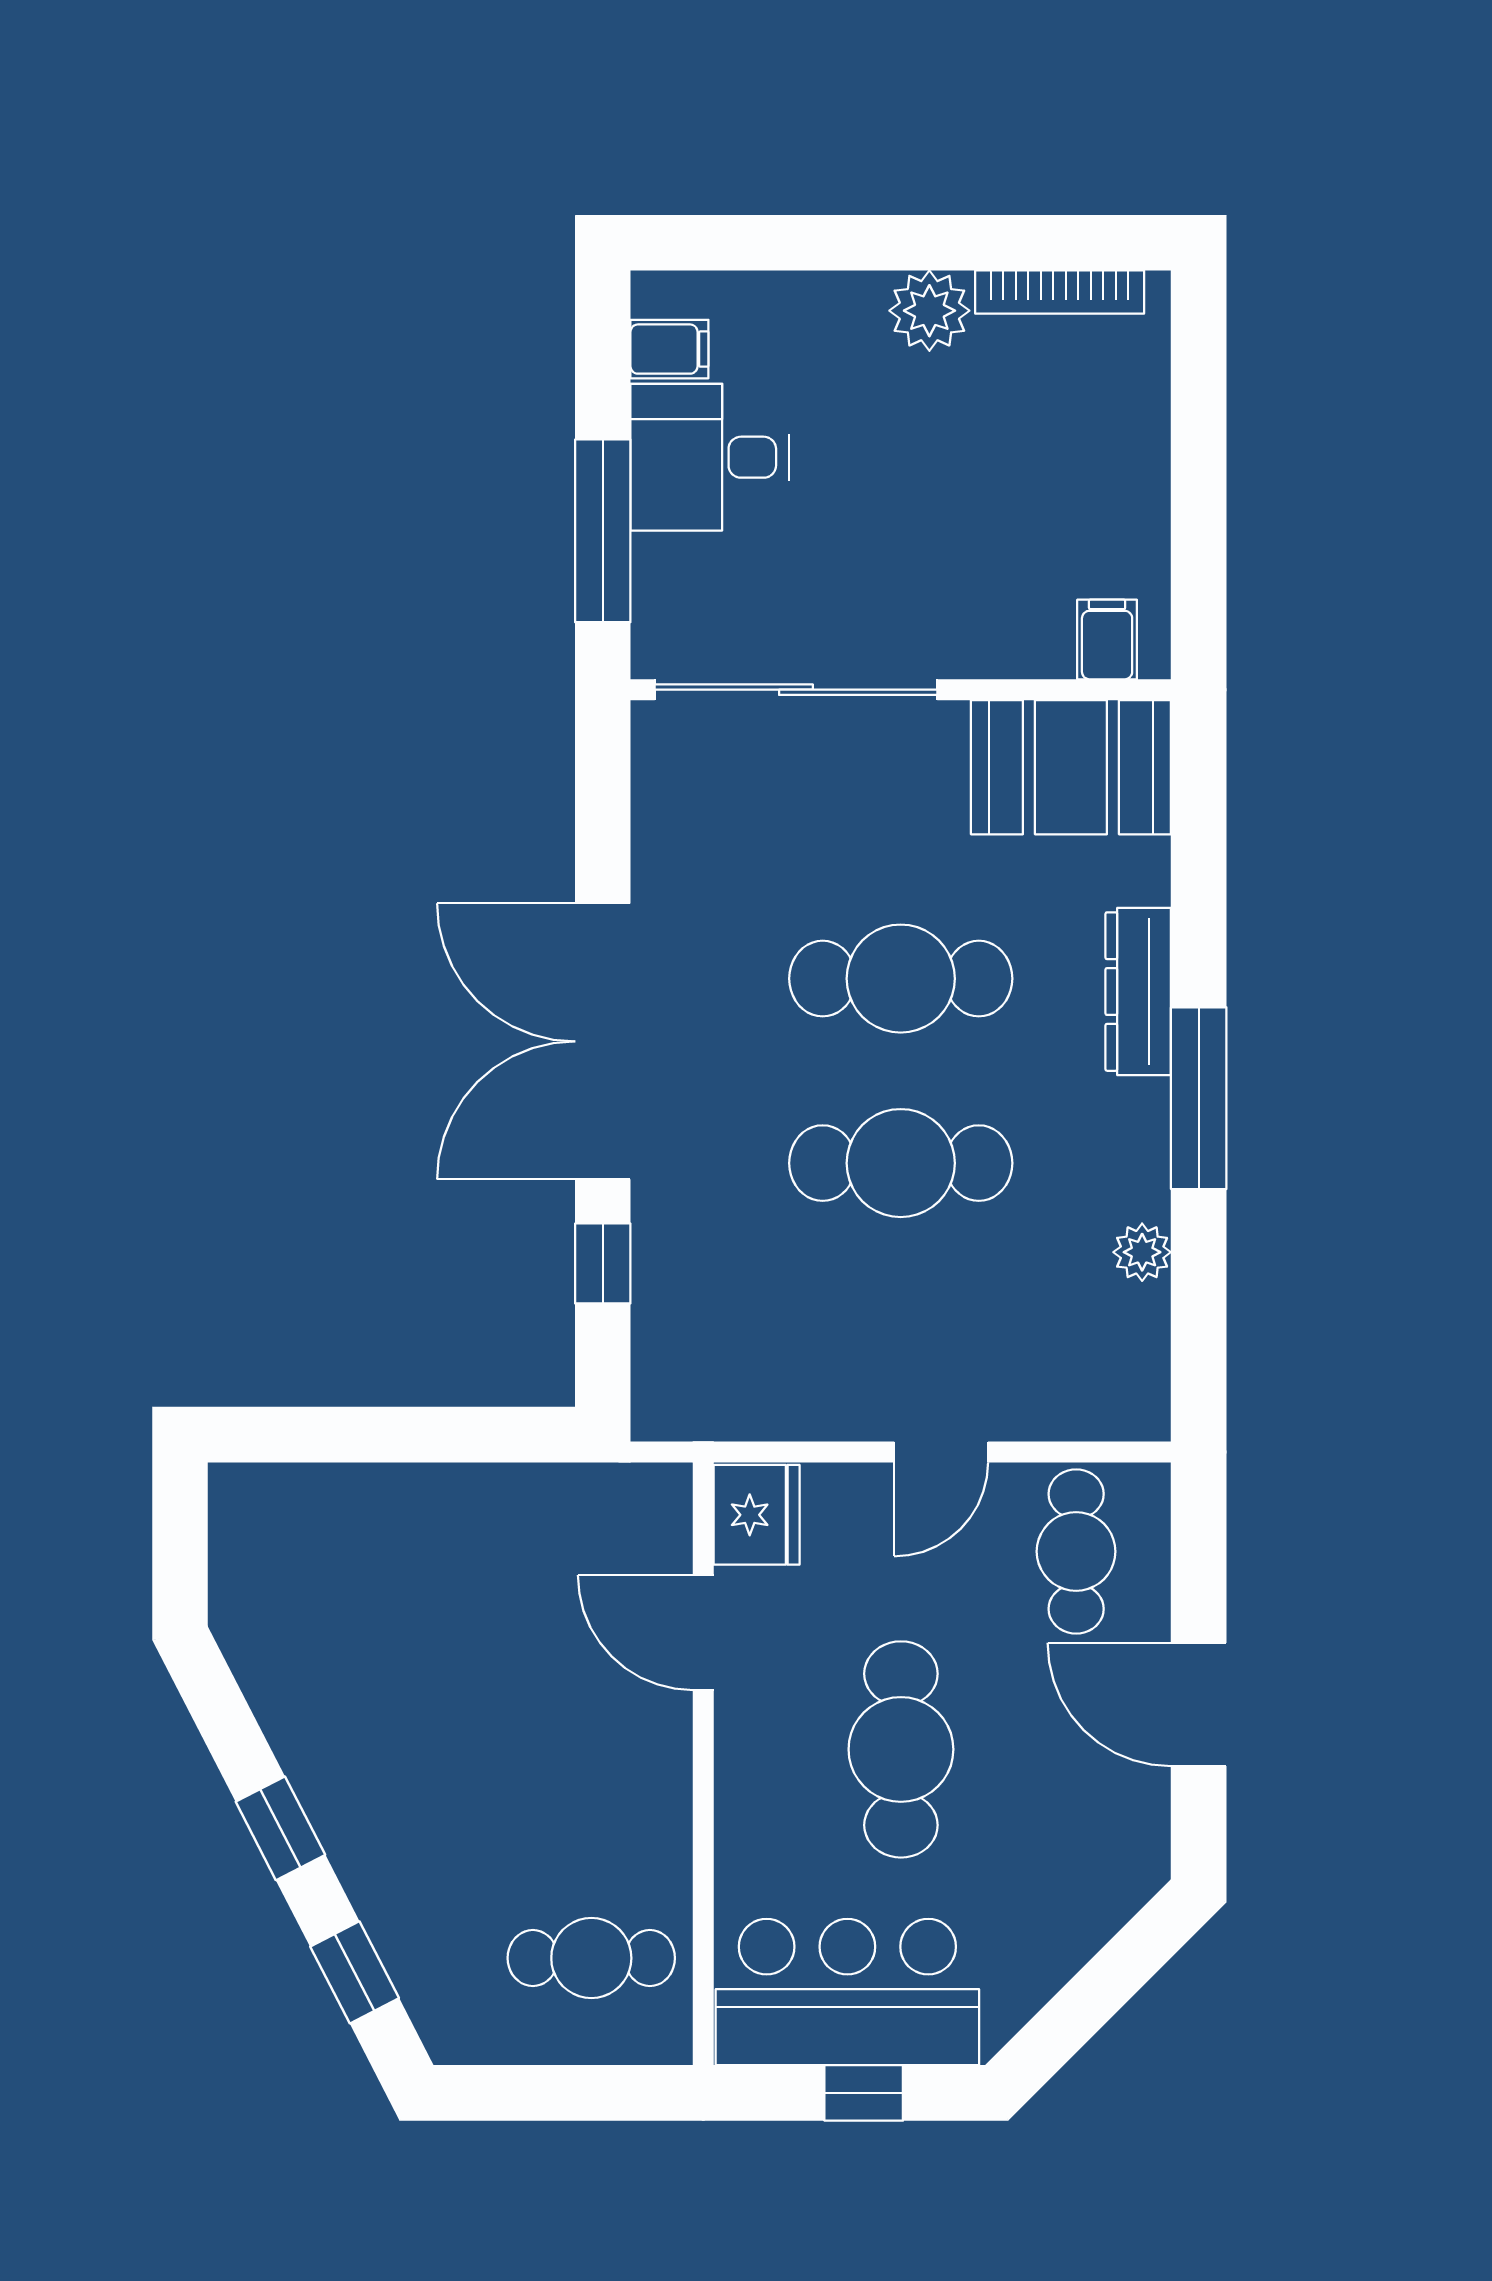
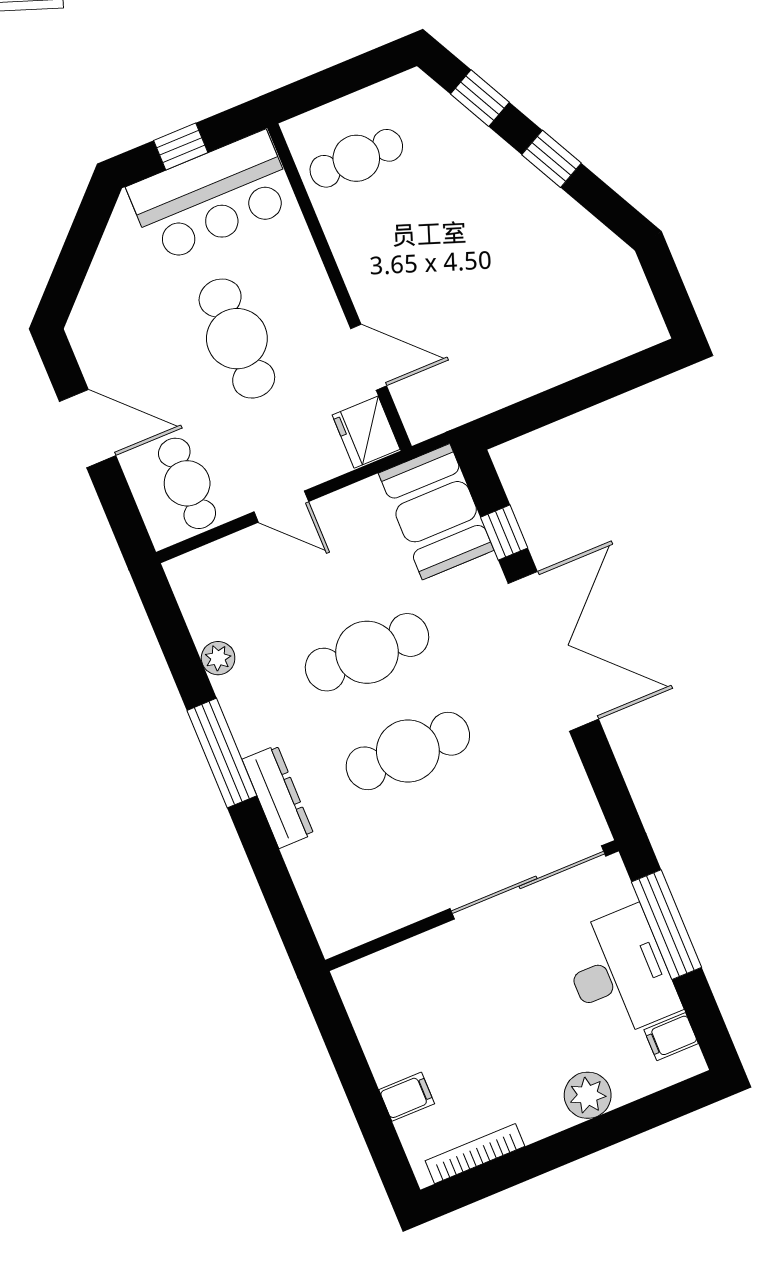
plant: (929, 311) -> (588, 1095), moved
desk: (710, 457) -> (620, 973), width x1.37
filing cabinet: (1107, 639) -> (407, 1097), moved, turned -90
booth: (1071, 767) -> (436, 512), moved, turned 90
door: (941, 1452) -> (281, 507), swing flipped

